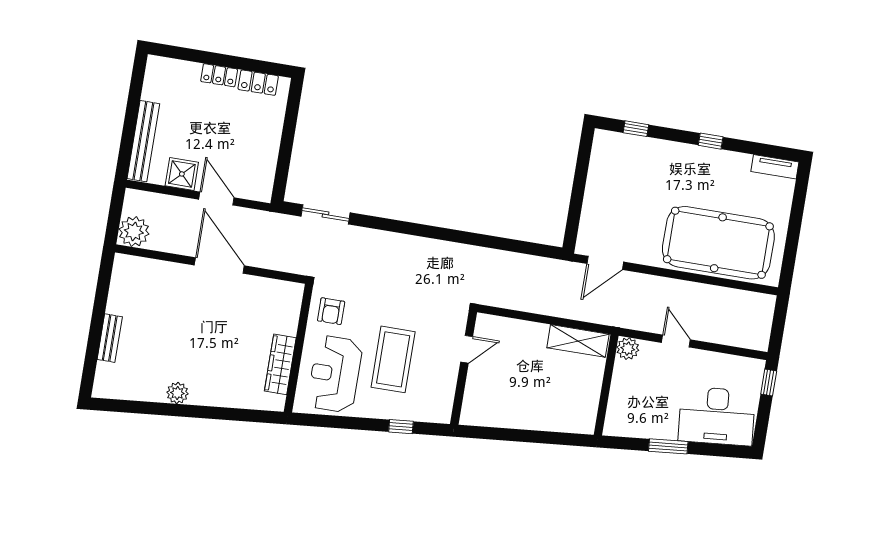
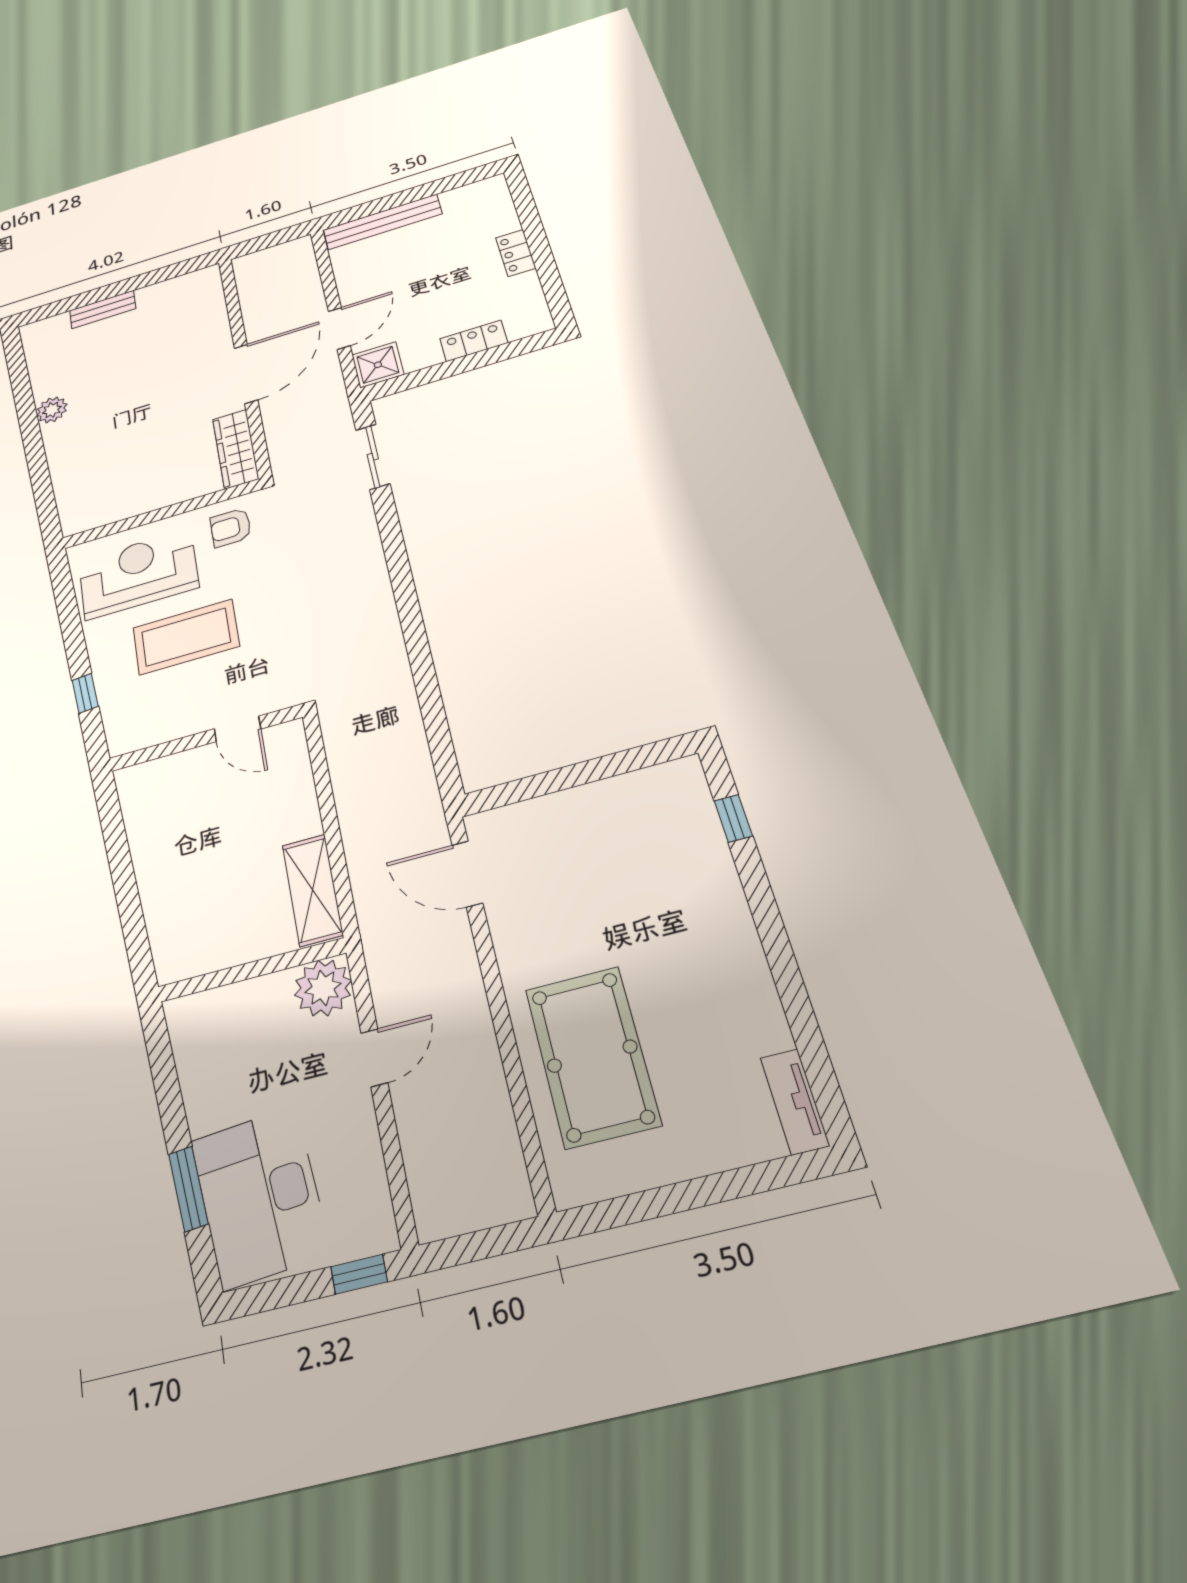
locker: (258, 83) -> (474, 341), moved, turned 90
window: (711, 141) -> (780, 957), removed
shower: (182, 174) -> (378, 365), moved
plant: (134, 231) -> (255, 268), removed
pool table: (718, 243) -> (592, 1056), width x0.73, depth x0.76
plant: (628, 349) -> (323, 988), width x1.36, depth x1.36
wardrobe: (280, 364) -> (236, 449), moved, turned -90
window: (668, 446) -> (188, 1189), moved

